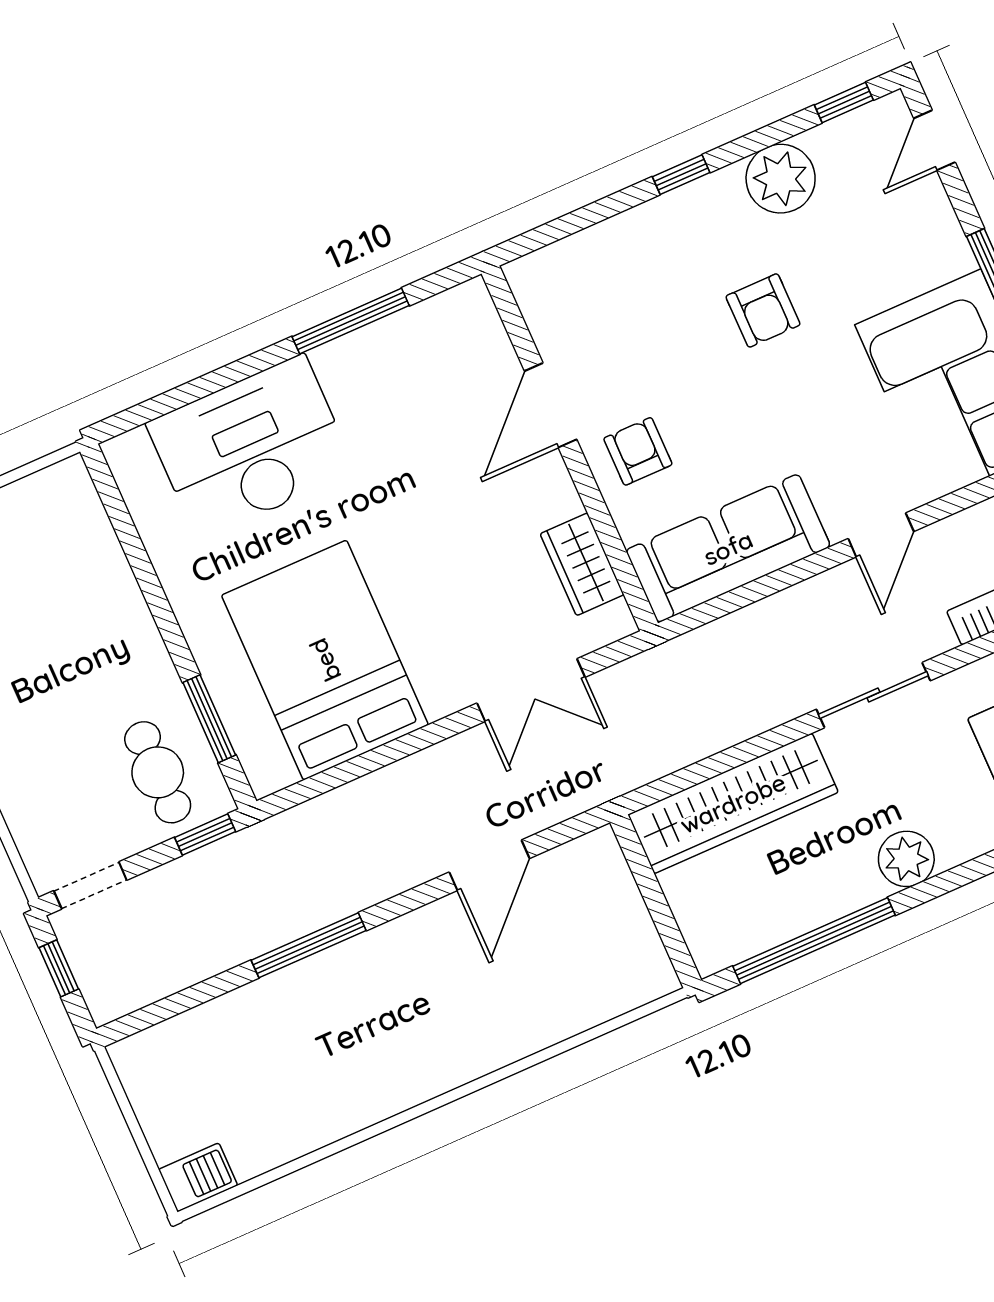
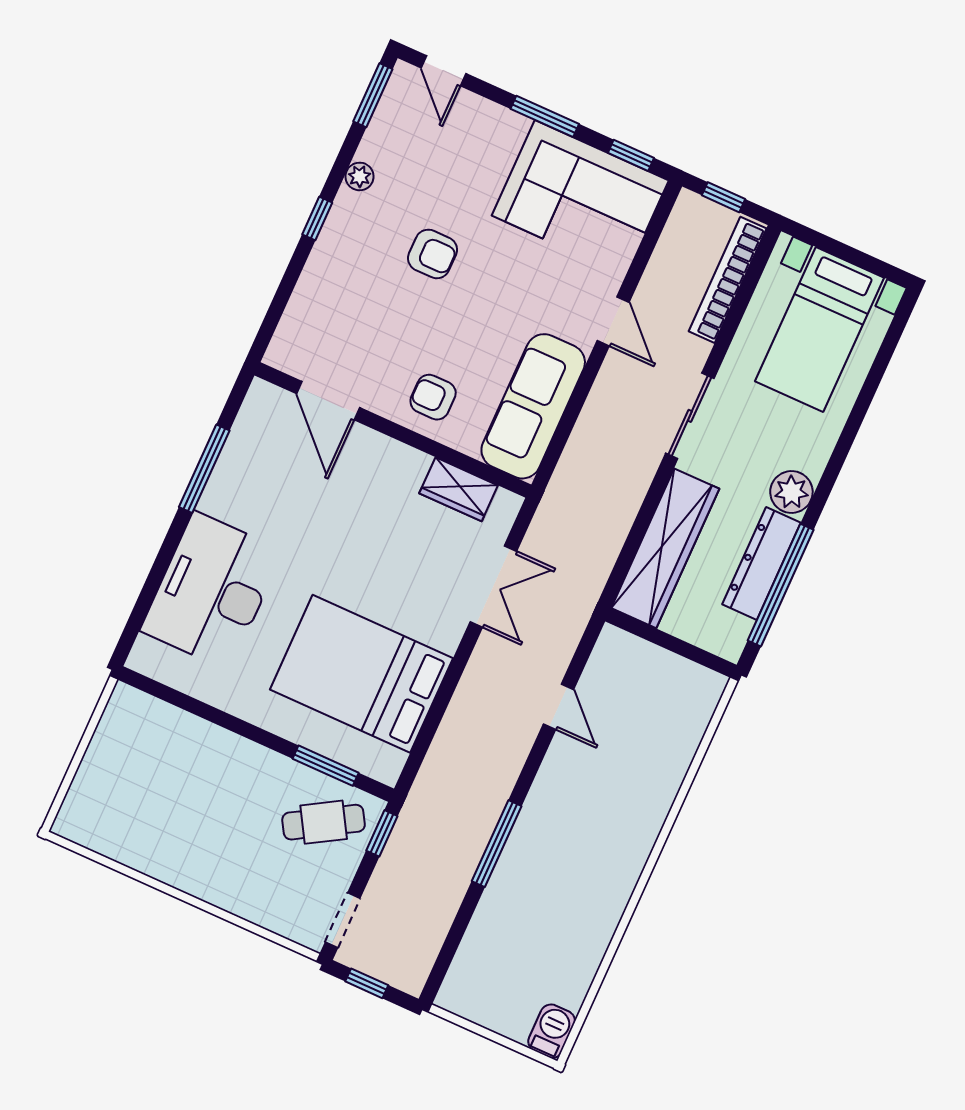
window: (844, 102) -> (373, 95), width x1.50
plant: (781, 179) -> (360, 176), width x0.53, depth x0.53
door: (551, 405) -> (328, 401), moved
cafe table: (158, 772) -> (324, 822), turned -31
door: (489, 865) -> (558, 707), width x0.73
dresser: (814, 903) -> (761, 563), added

